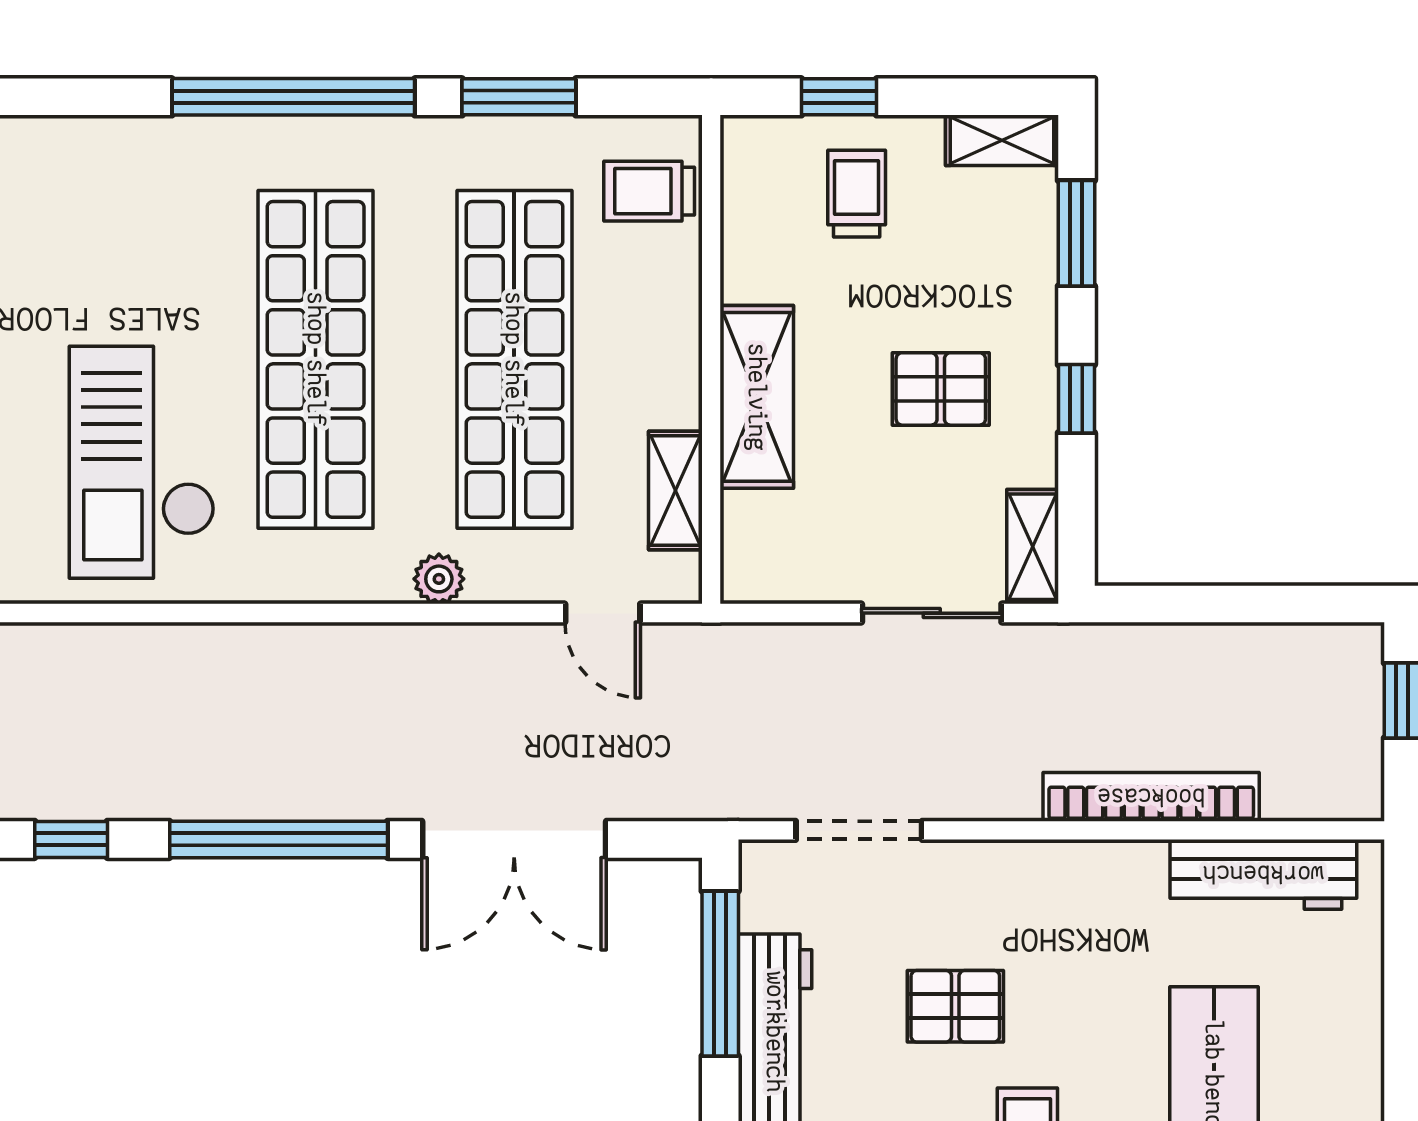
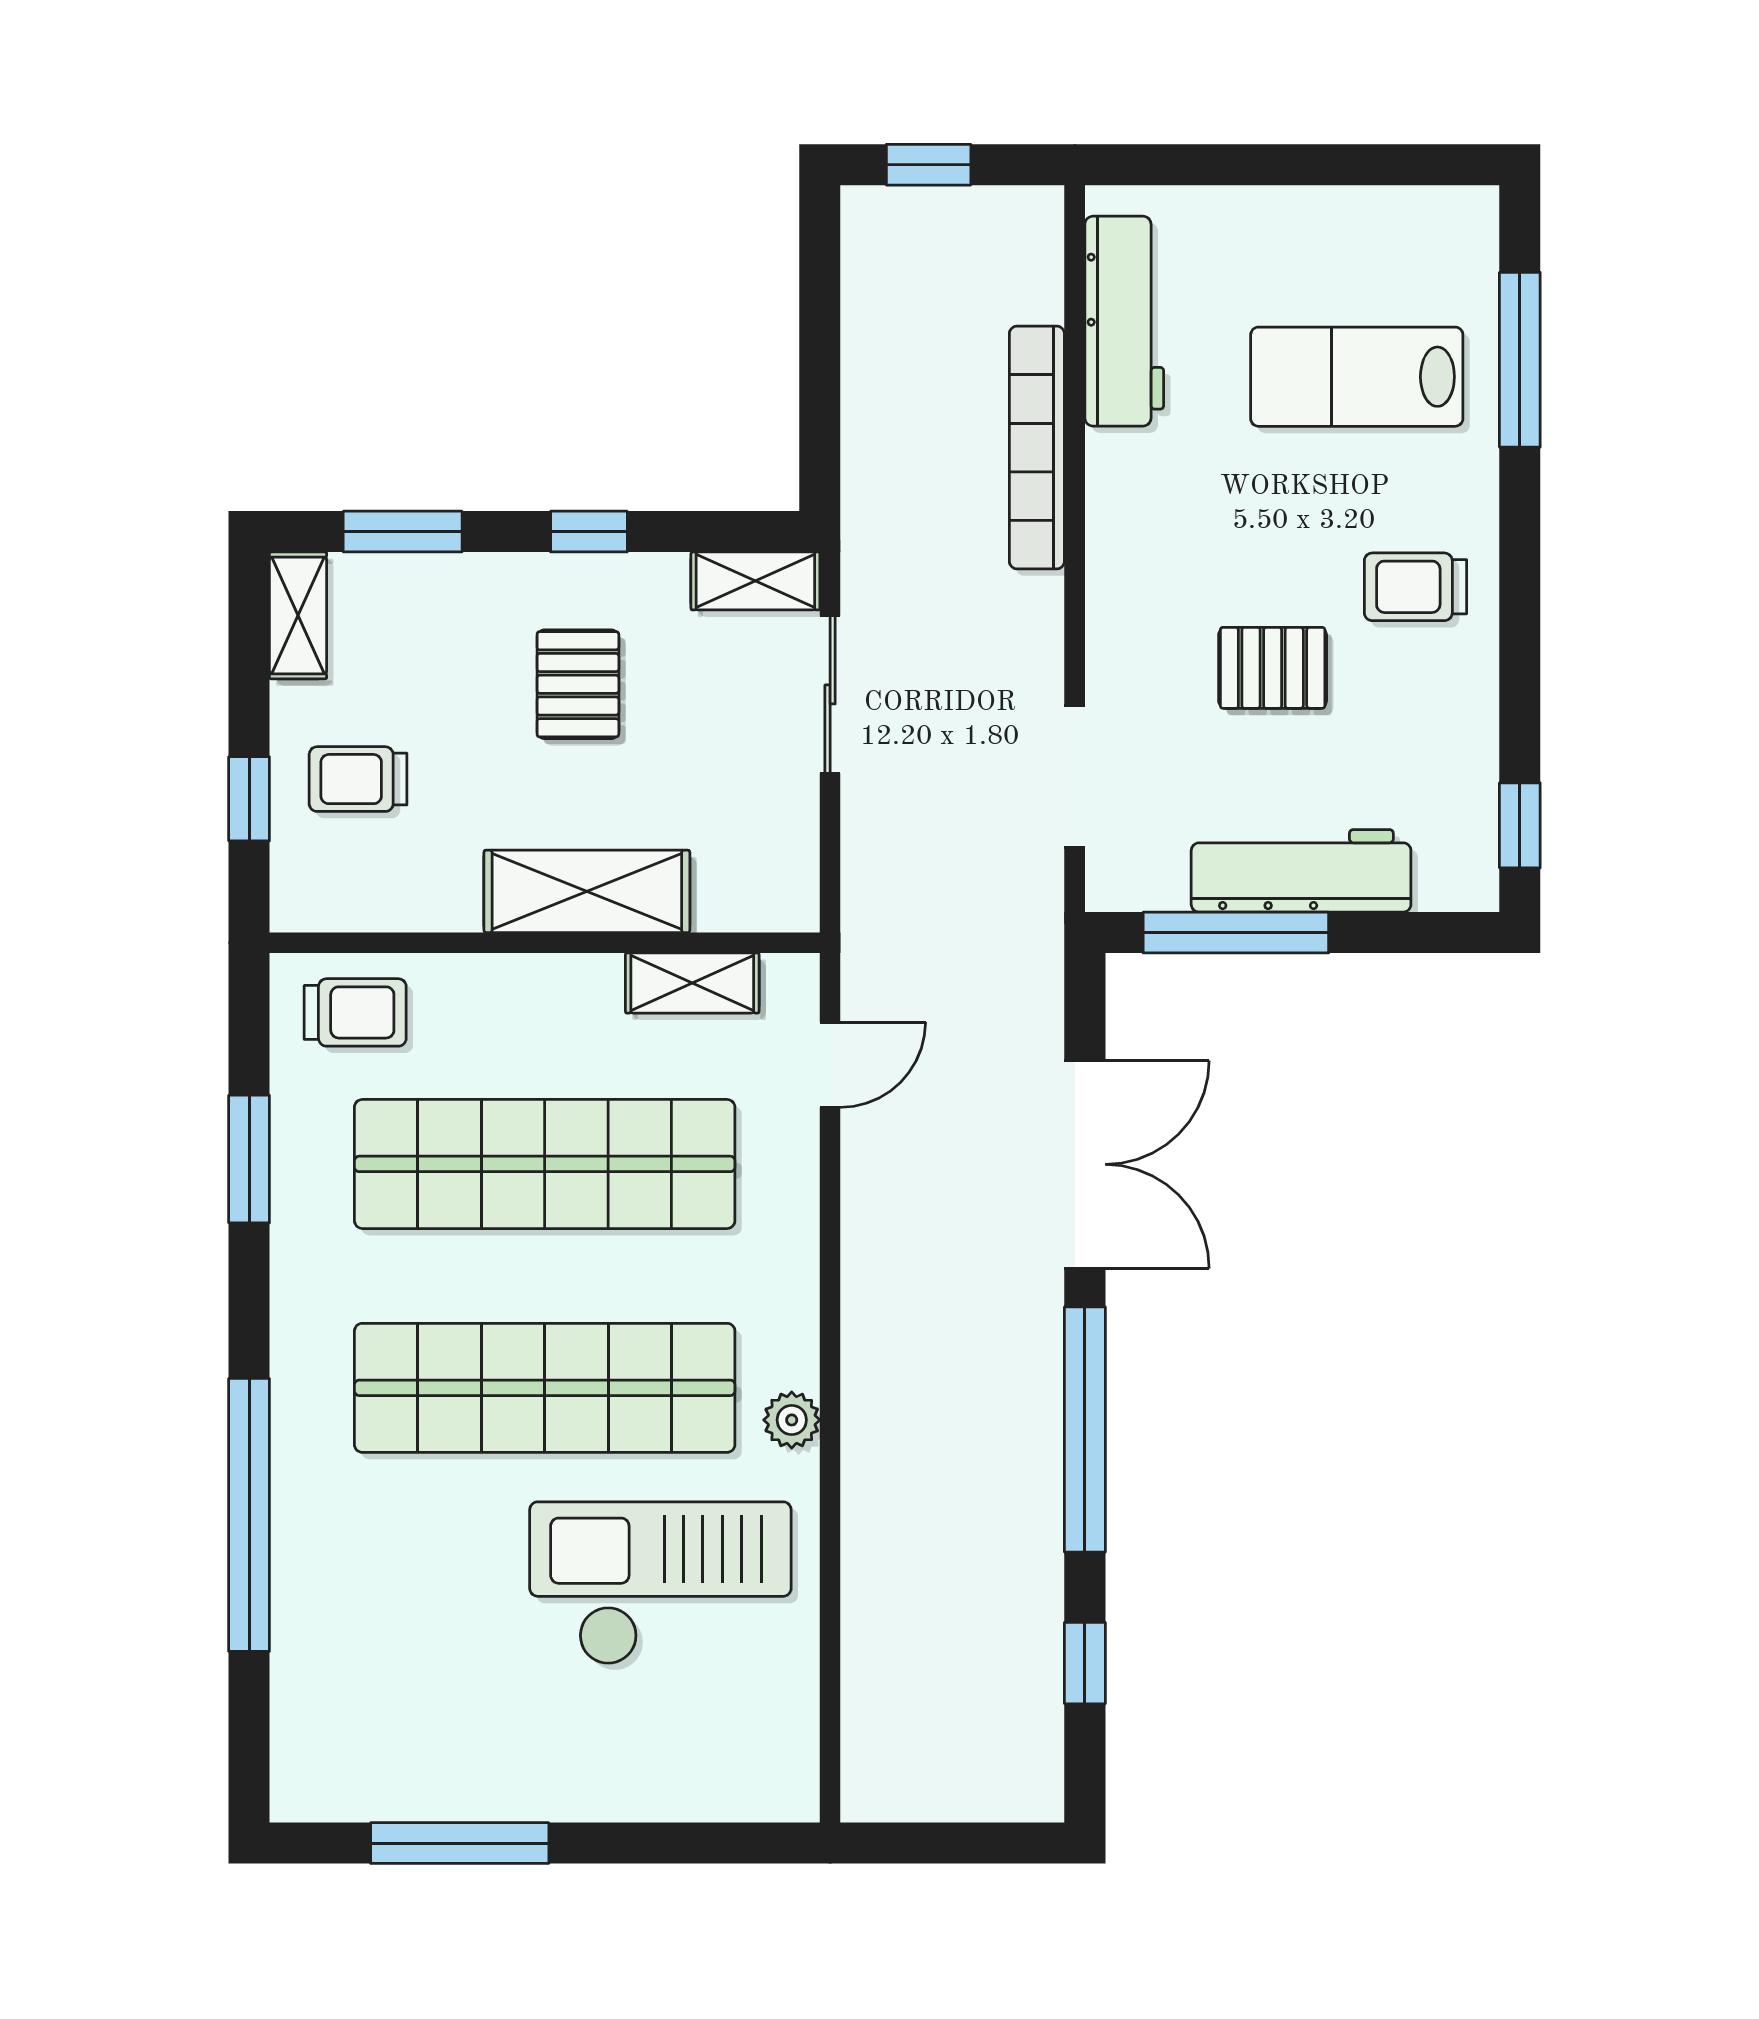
window: (293, 97) -> (249, 1515), moved
trolley: (649, 191) -> (355, 1012), turned -90
checkout: (142, 462) -> (660, 1583), turned 180
plant: (439, 579) -> (792, 1420), moved
pallet: (955, 1006) -> (1273, 668), turned 90

